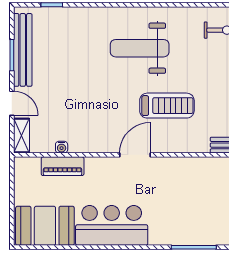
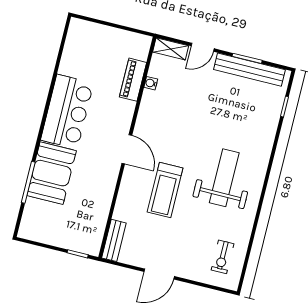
booth: (45, 226) -> (52, 173), moved

